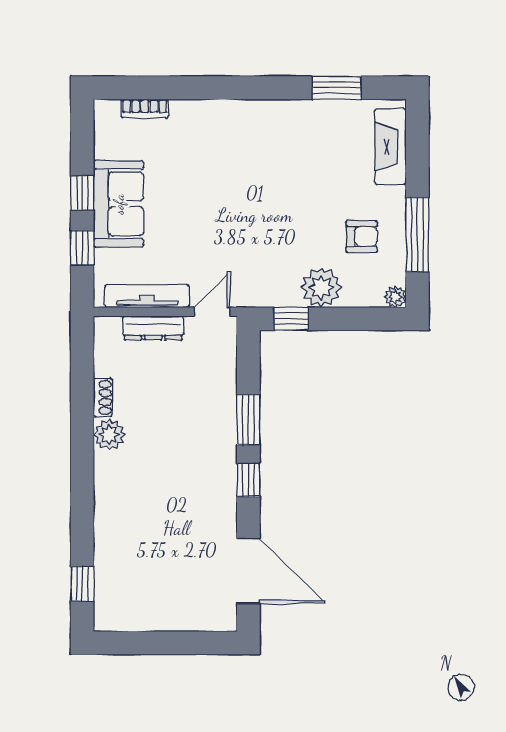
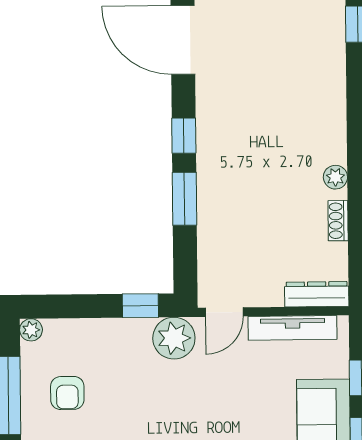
armchair: (362, 237) -> (67, 393), turned -90
plant: (321, 288) -> (174, 338), moved
dresser: (153, 328) -> (317, 294), moved
plant: (109, 435) -> (335, 177), width x0.73, depth x0.73

